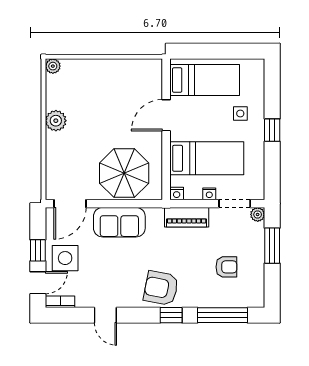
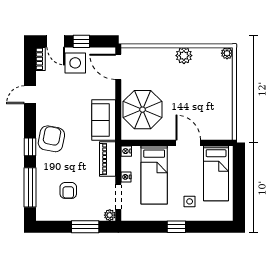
sofa: (119, 222) -> (104, 120), moved

